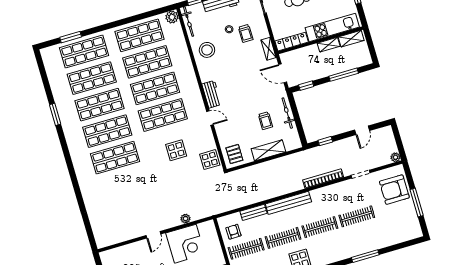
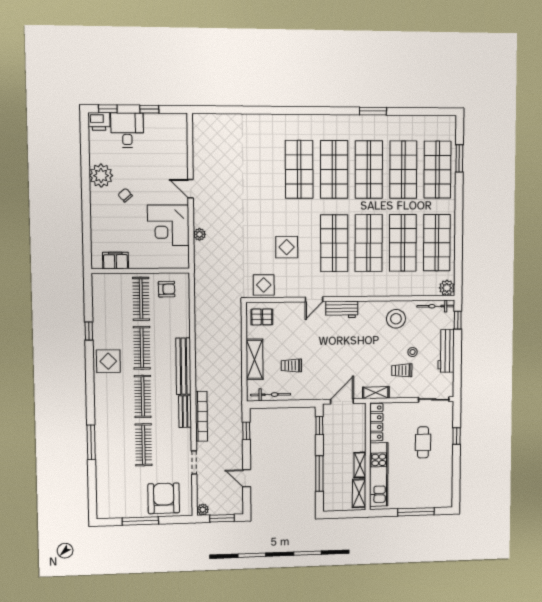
bicycle: (287, 113) -> (271, 395), moved
window: (398, 140) -> (222, 518), added
bench: (254, 212) -> (185, 412), moved

